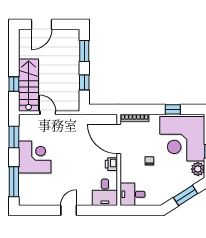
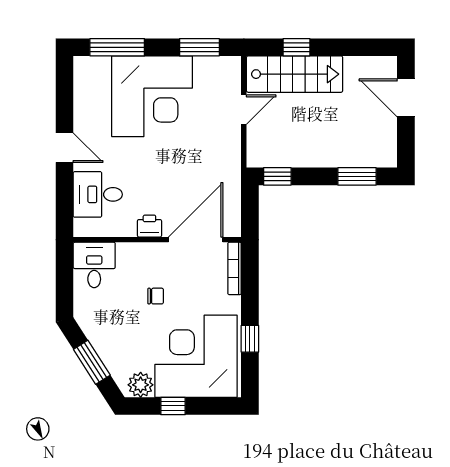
window: (84, 82) -> (277, 176), moved
corner desk: (35, 157) -> (152, 96), width x1.36, depth x1.36
desk: (105, 192) -> (98, 194), moved

